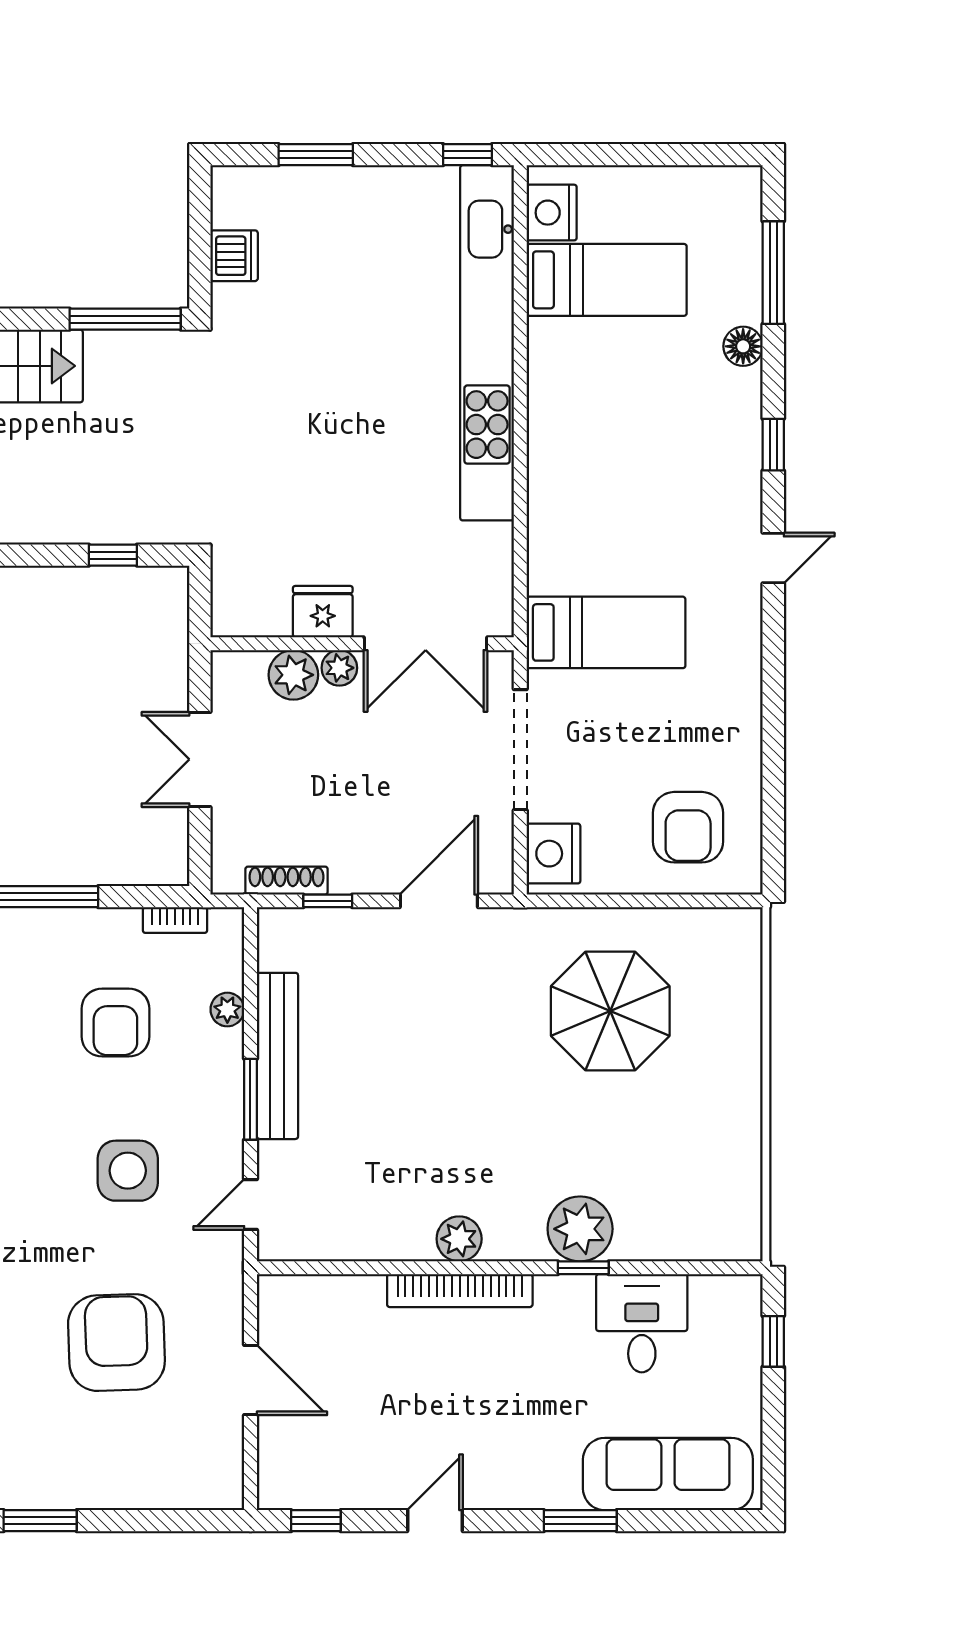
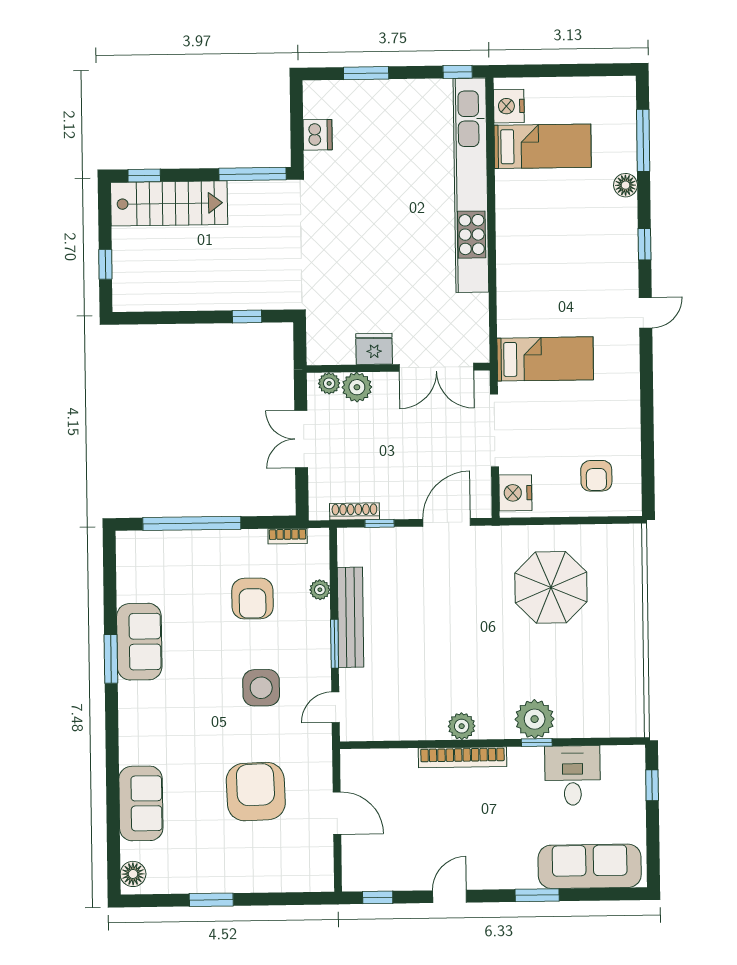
plant: (339, 668) -> (329, 383), moved
armchair: (688, 827) -> (596, 476), width x0.72, depth x0.72

